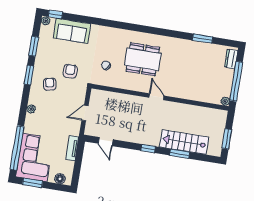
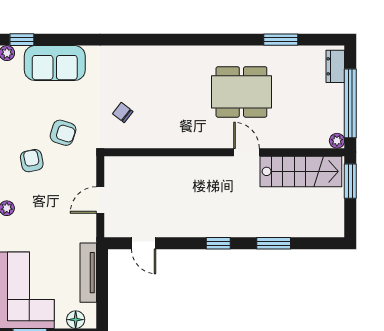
dining table: (143, 59) -> (241, 92), moved
armchair: (70, 71) -> (63, 133), turned 108
door: (156, 97) -> (247, 152), moved
window: (227, 139) -> (350, 181), moved
stairs: (184, 142) -> (301, 171), moved, turned 180
tv unit: (72, 148) -> (88, 273), width x1.41

